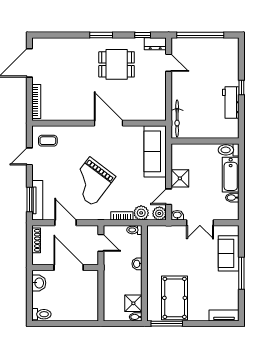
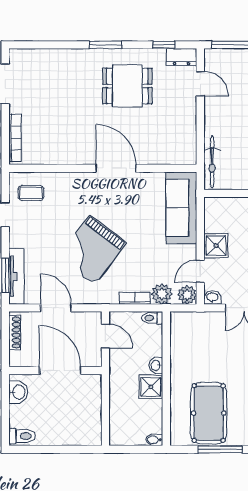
shower: (133, 303) -> (151, 387), moved
window: (167, 324) -> (220, 449), moved

